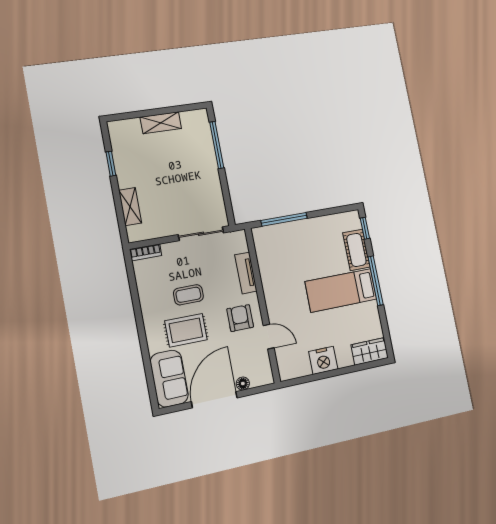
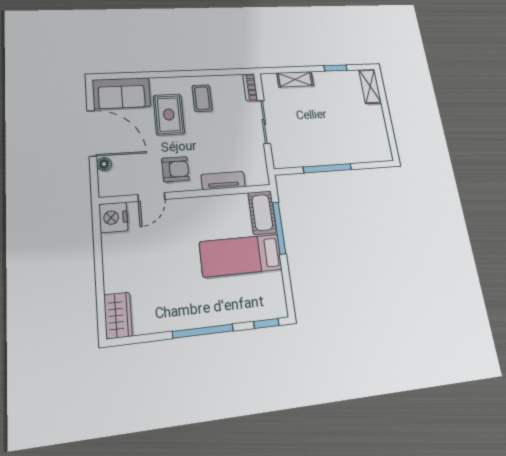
shelving: (161, 123) -> (370, 86), moved
window: (217, 145) -> (327, 168), moved
sliding door: (201, 234) -> (264, 122), moved
cot: (356, 250) -> (262, 213), moved, turned 90
bed: (341, 290) -> (241, 256), moved, turned -90
coffee table: (188, 295) -> (202, 98), moved
nightstand: (323, 360) -> (113, 217), moved

